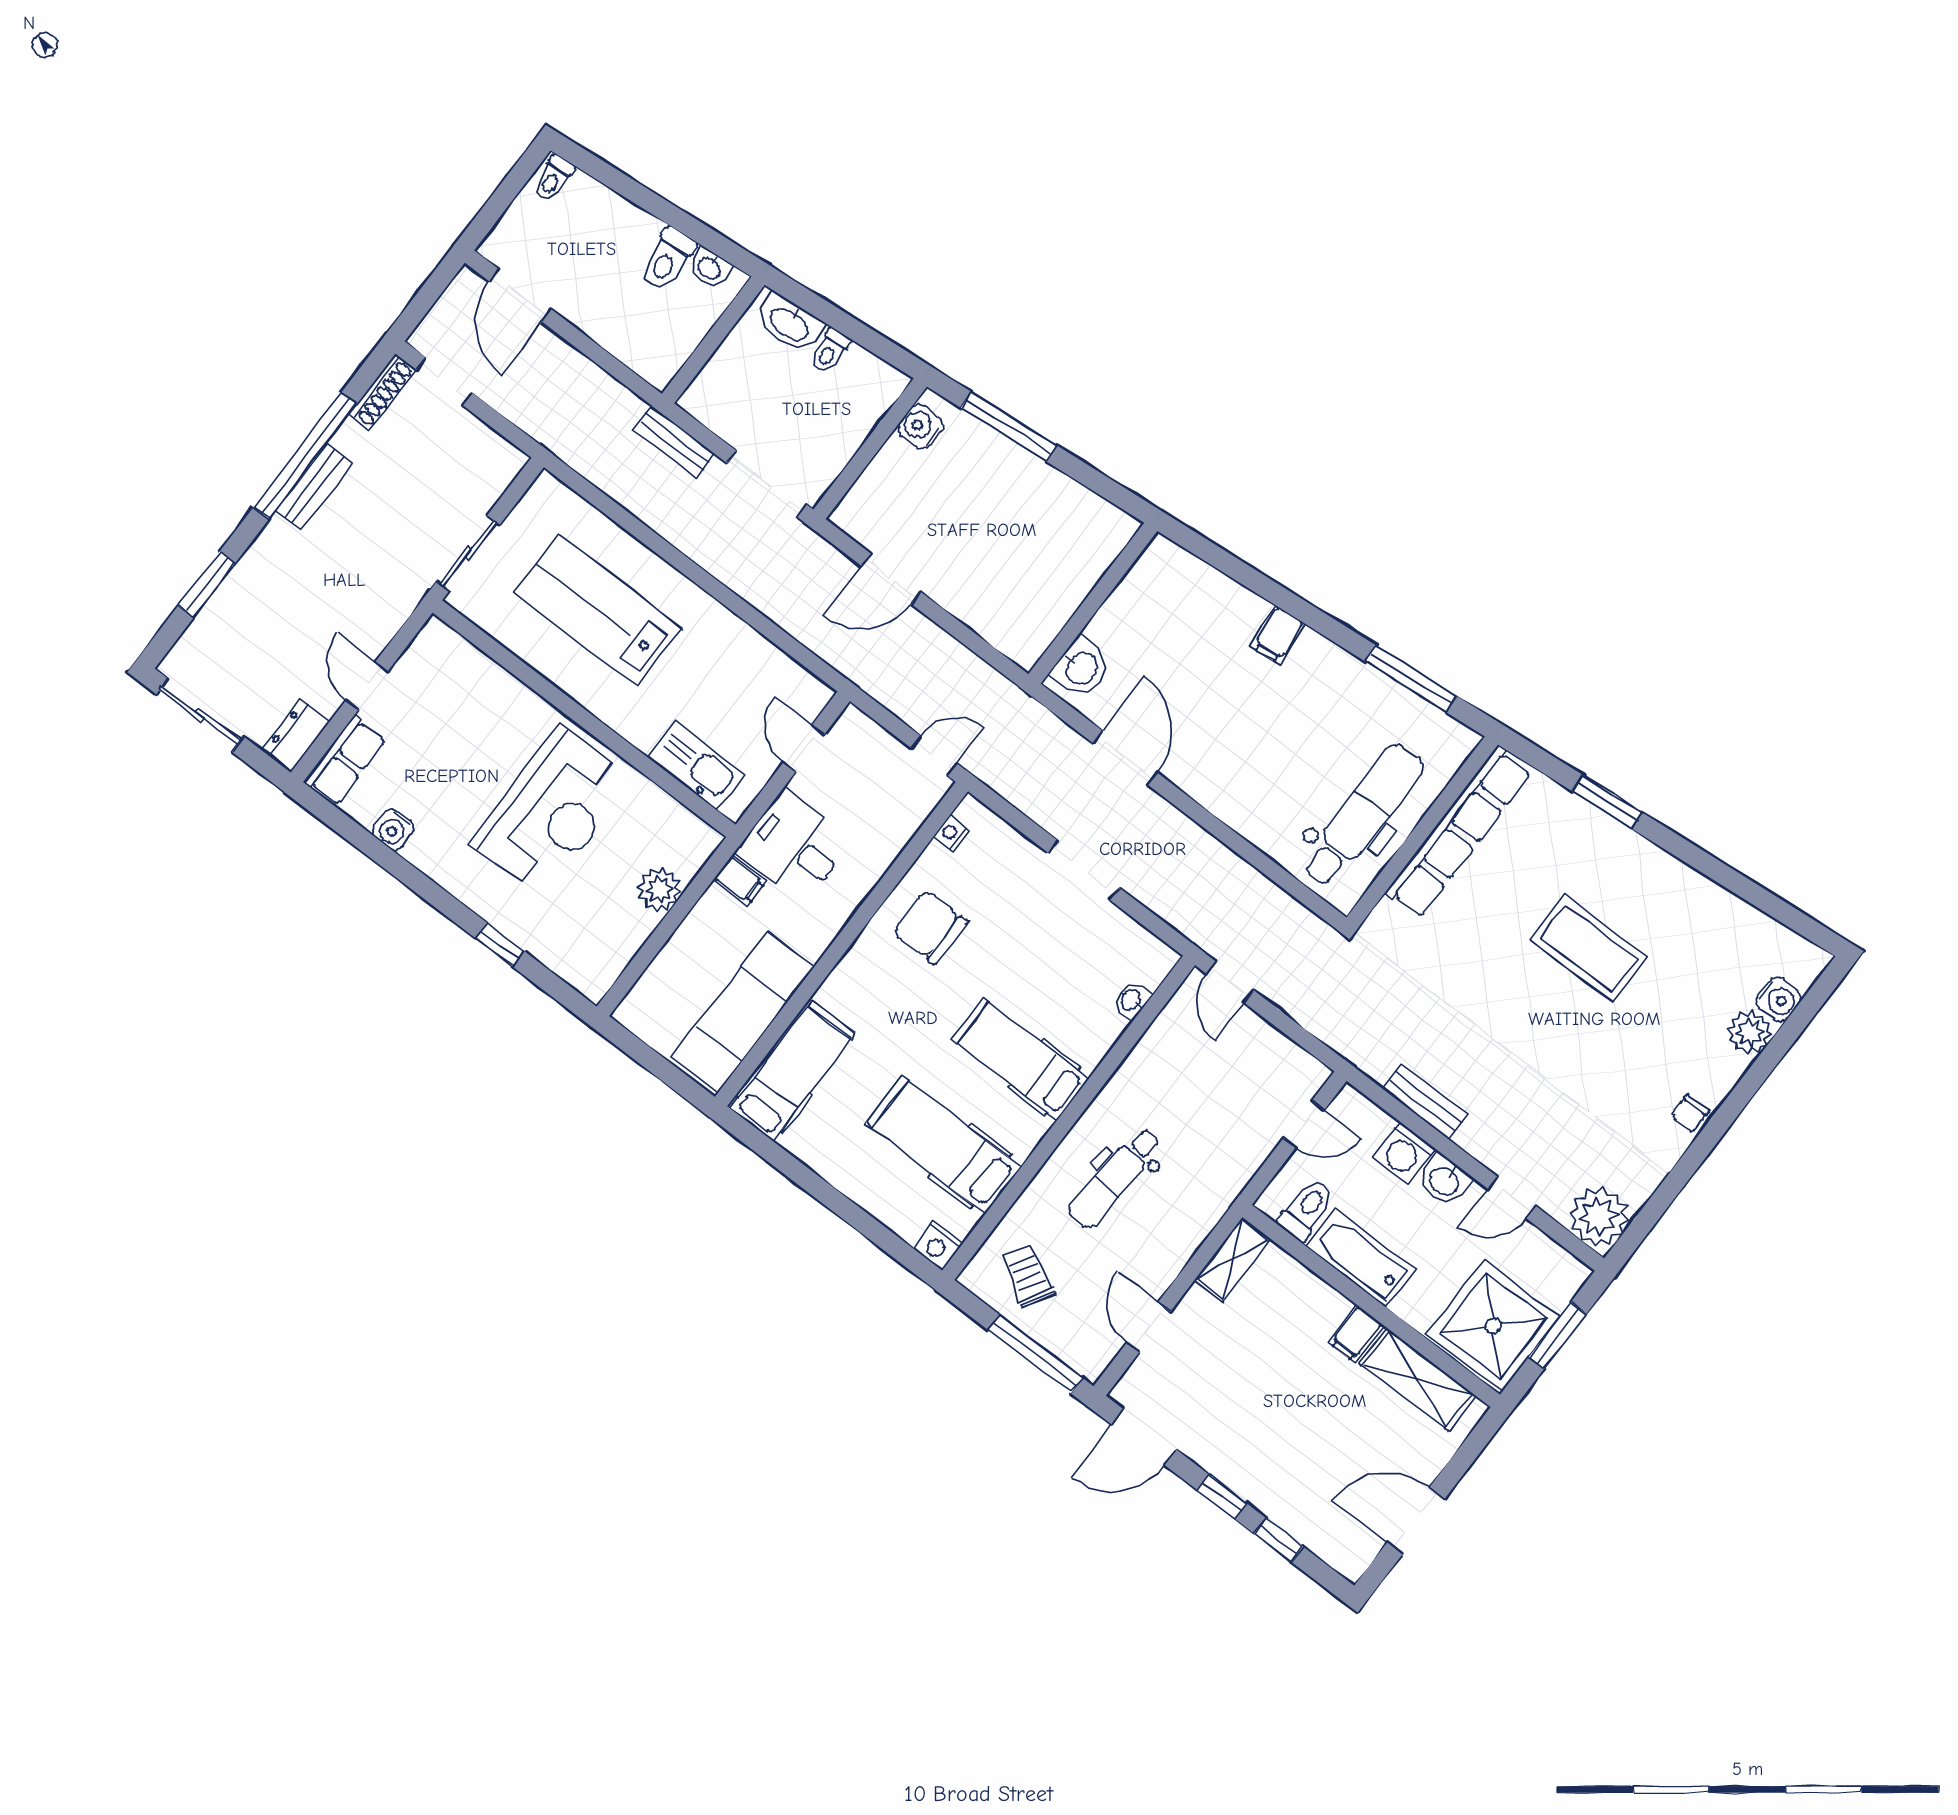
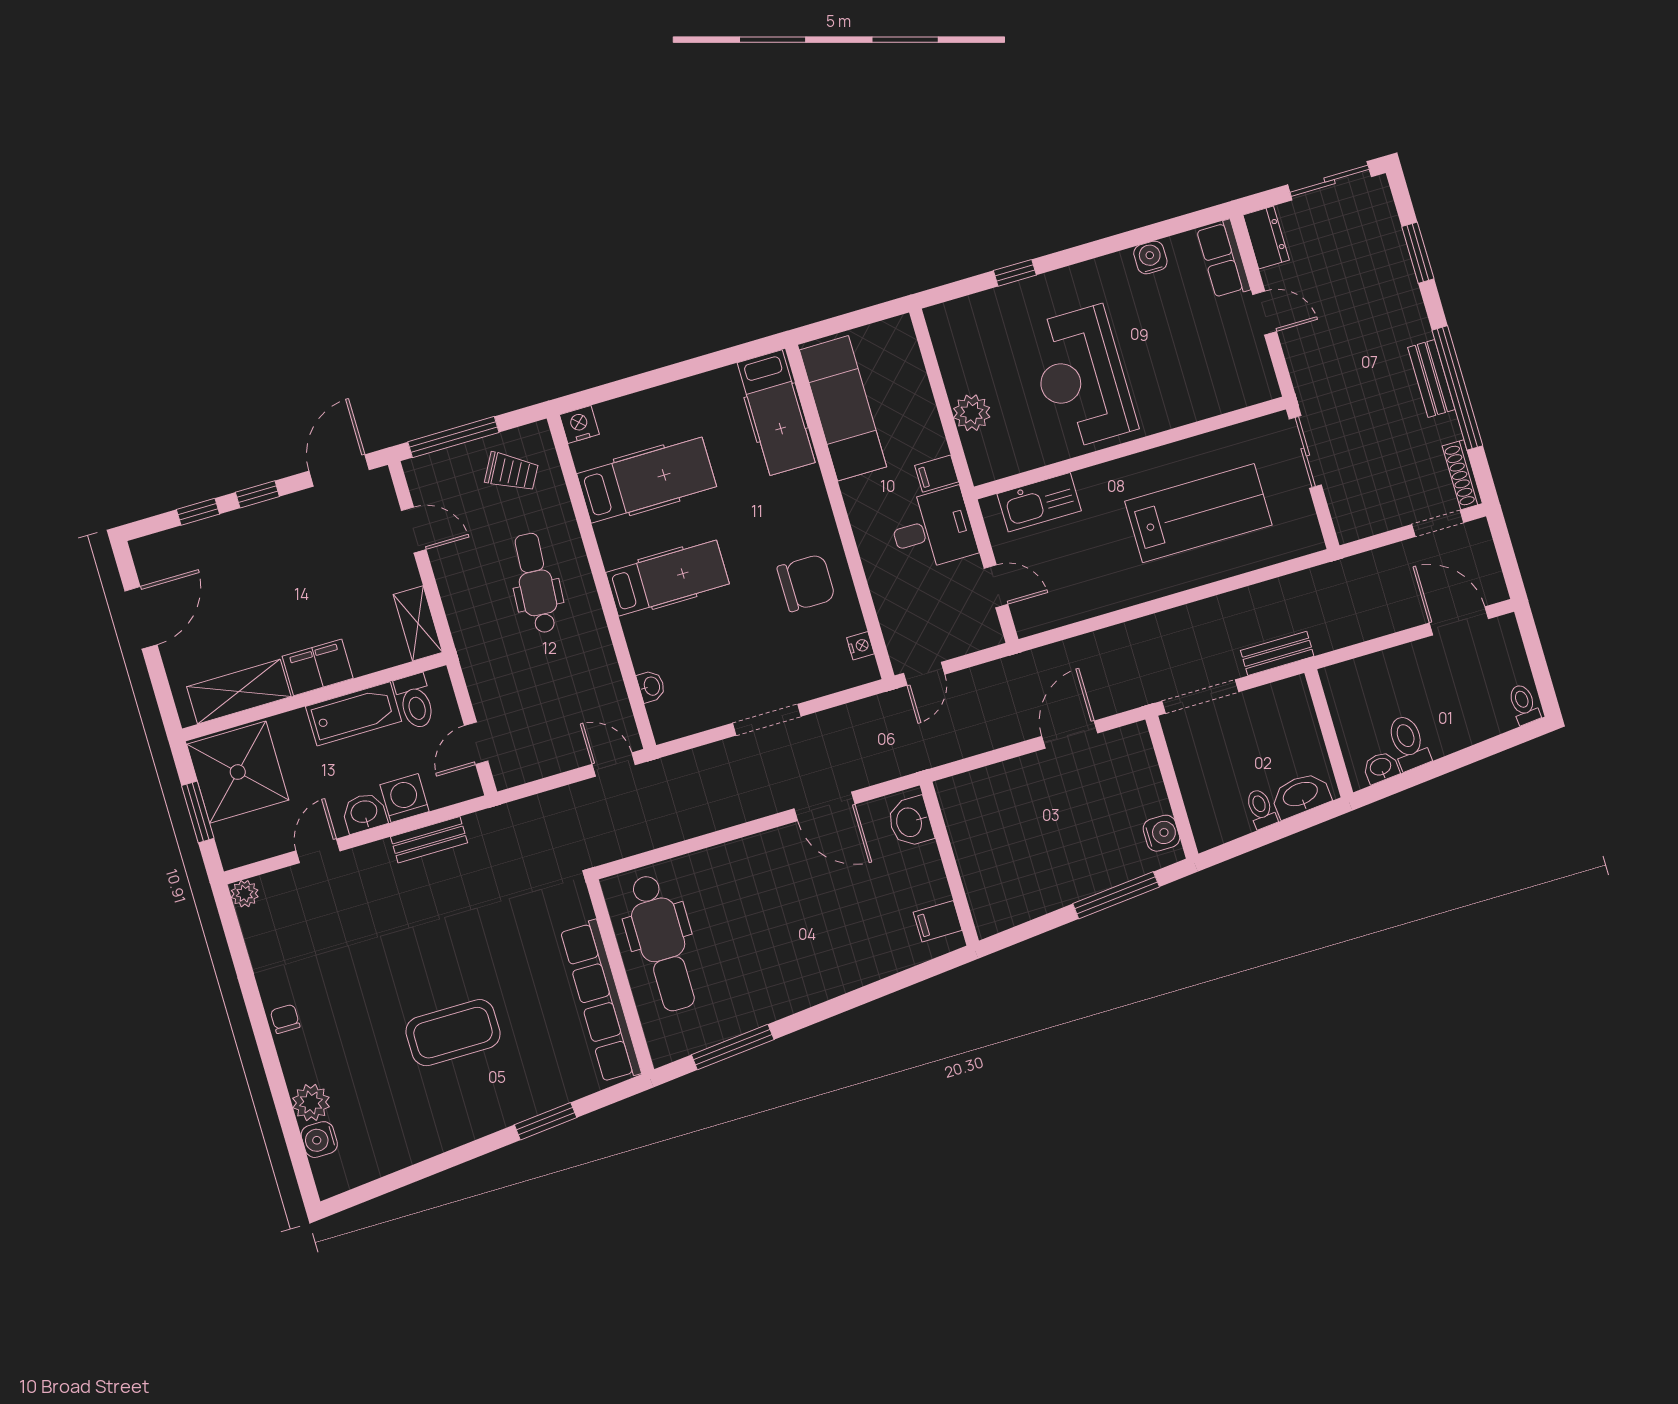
filing cabinet: (1278, 635) -> (938, 921), moved, turned -85
plant: (1599, 1217) -> (245, 894), width x0.53, depth x0.53
filing cabinet: (1356, 1334) -> (318, 667), width x2.00

